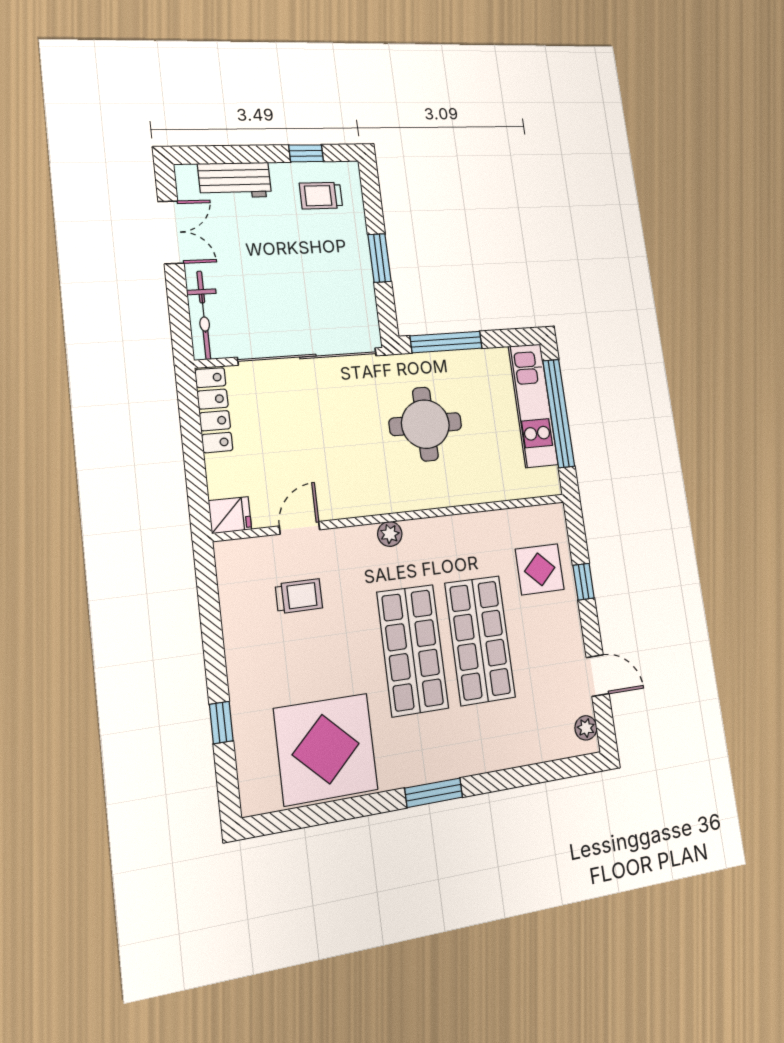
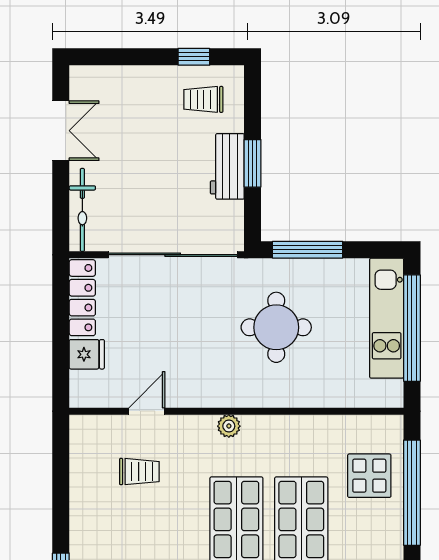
workbench: (235, 180) -> (227, 166), moved, turned 90
fridge: (230, 515) -> (87, 354), moved
window: (584, 582) -> (412, 493), width x3.17

